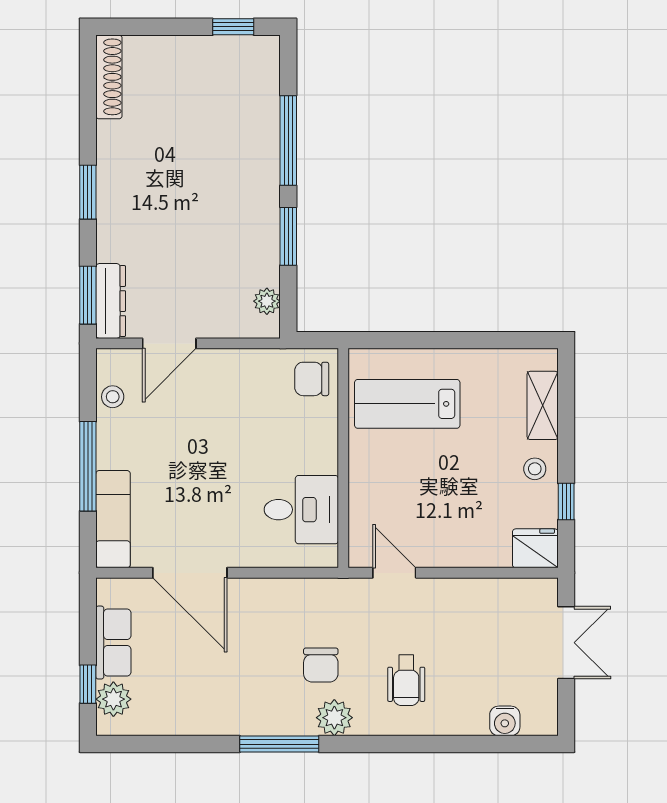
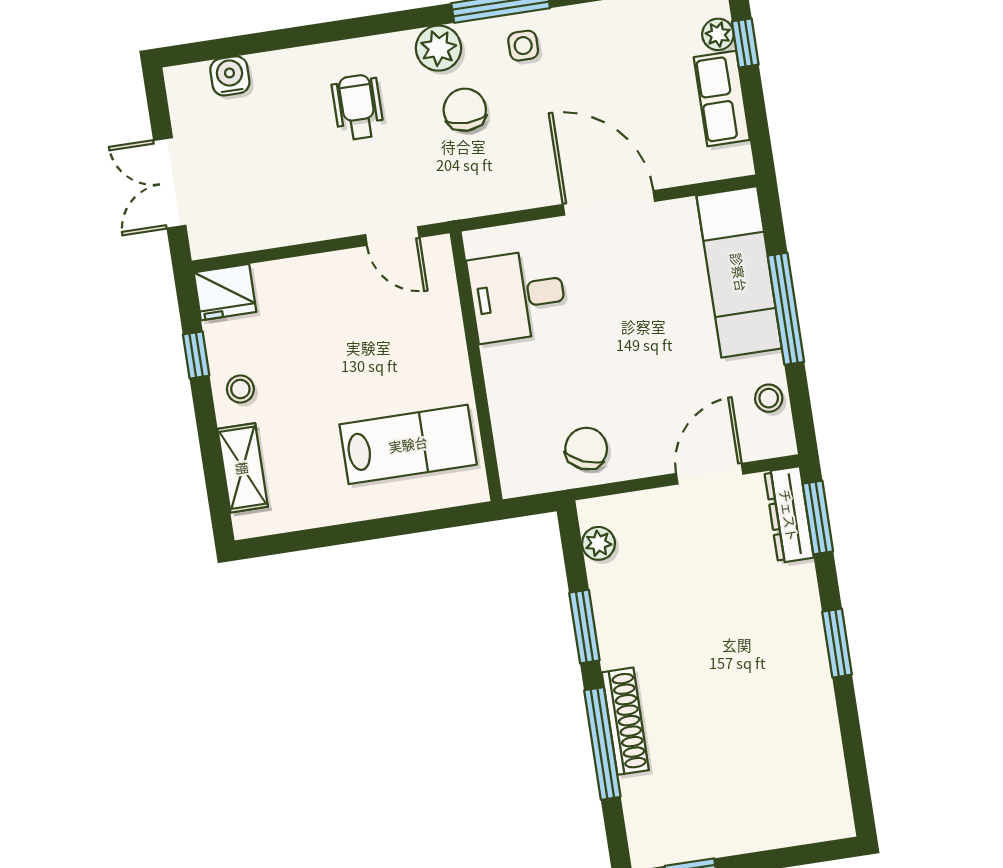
shoe rack: (109, 77) -> (625, 721), moved, turned 180
chair: (312, 379) -> (586, 449), moved, turned -67
exam couch: (113, 519) -> (739, 272), width x1.36, depth x1.45
door: (190, 573) -> (609, 203), moved
plant: (113, 699) -> (718, 34), width x0.73, depth x0.73
side table: (266, 709) -> (523, 46), added

